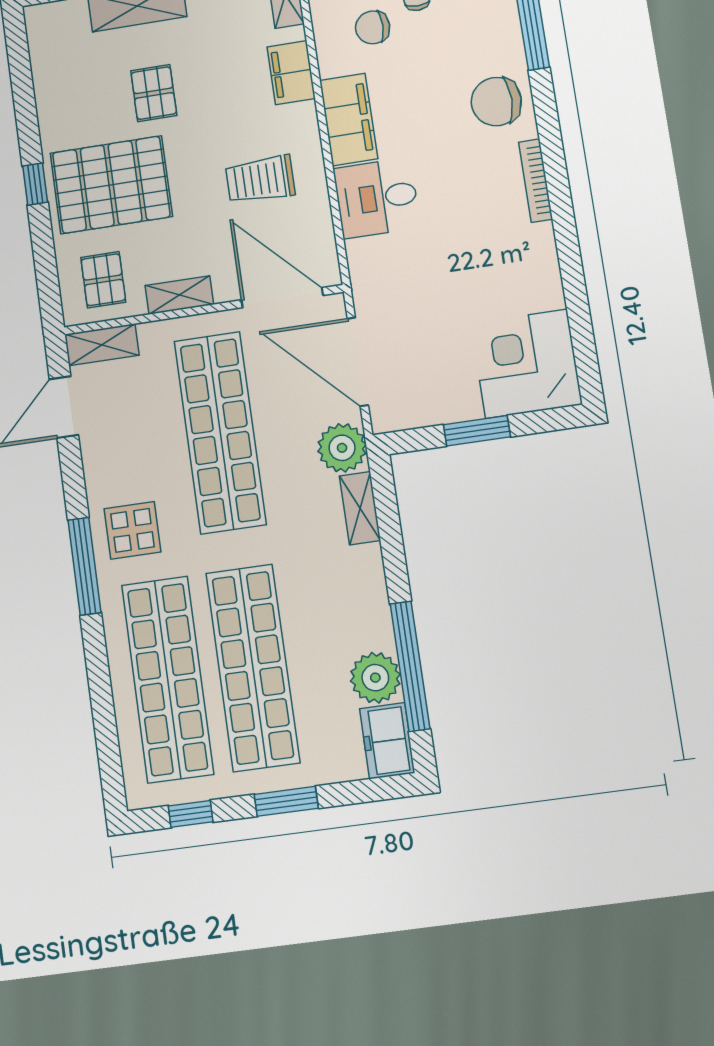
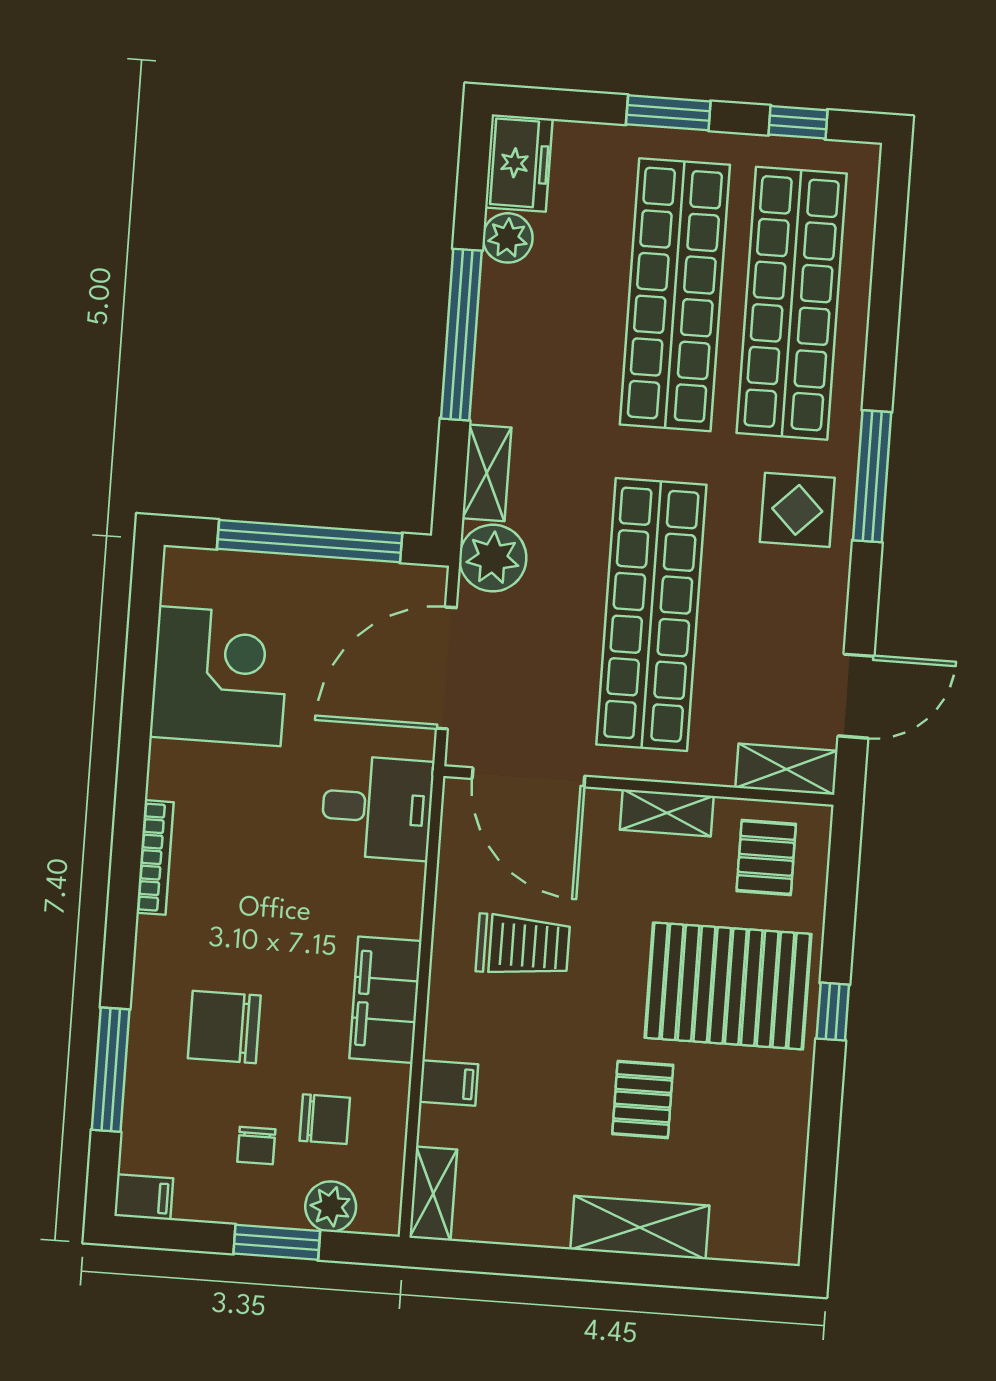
filing cabinet: (291, 73) -> (449, 1083), width x0.50
chair: (496, 102) -> (224, 1027), moved, turned 180
desk: (377, 198) -> (377, 808), moved
door: (358, 362) -> (446, 668), swing flipped
corner desk: (526, 364) -> (220, 676), moved, turned -90
window: (477, 431) -> (310, 541), width x2.11
window: (410, 666) -> (461, 335), moved
plant: (375, 678) -> (508, 238), width x0.73, depth x0.73

